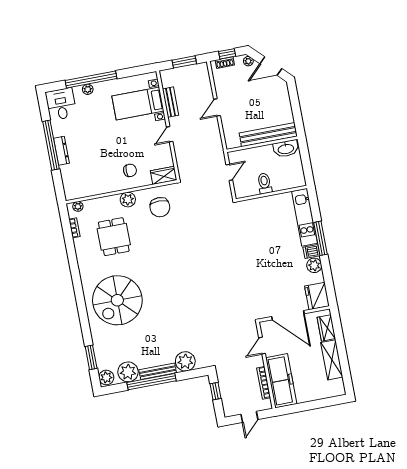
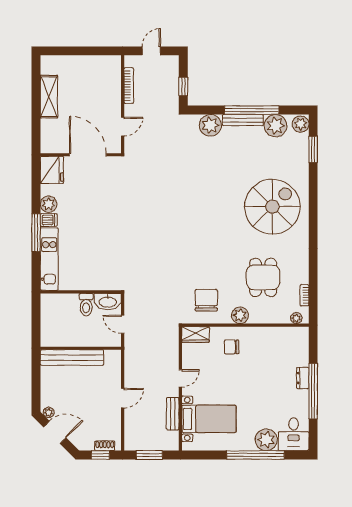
plant: (248, 61) -> (49, 412), moved
plant: (88, 89) -> (266, 440), width x1.87, depth x1.87
washbasin: (286, 149) -> (108, 302), moved, turned 180
dresser: (61, 151) -> (303, 378), width x0.70
door: (229, 172) -> (123, 324), hinge flipped
wardrobe: (326, 328) -> (48, 133), removed
freezer: (281, 381) -> (109, 84), removed

